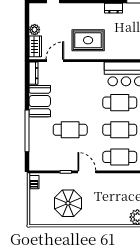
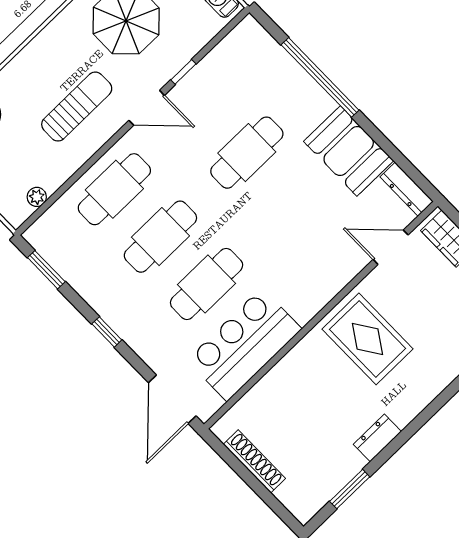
rug: (88, 40) -> (367, 339), turned 90
door: (55, 61) -> (391, 247), swing flipped
sun lounger: (107, 192) -> (77, 107), added

